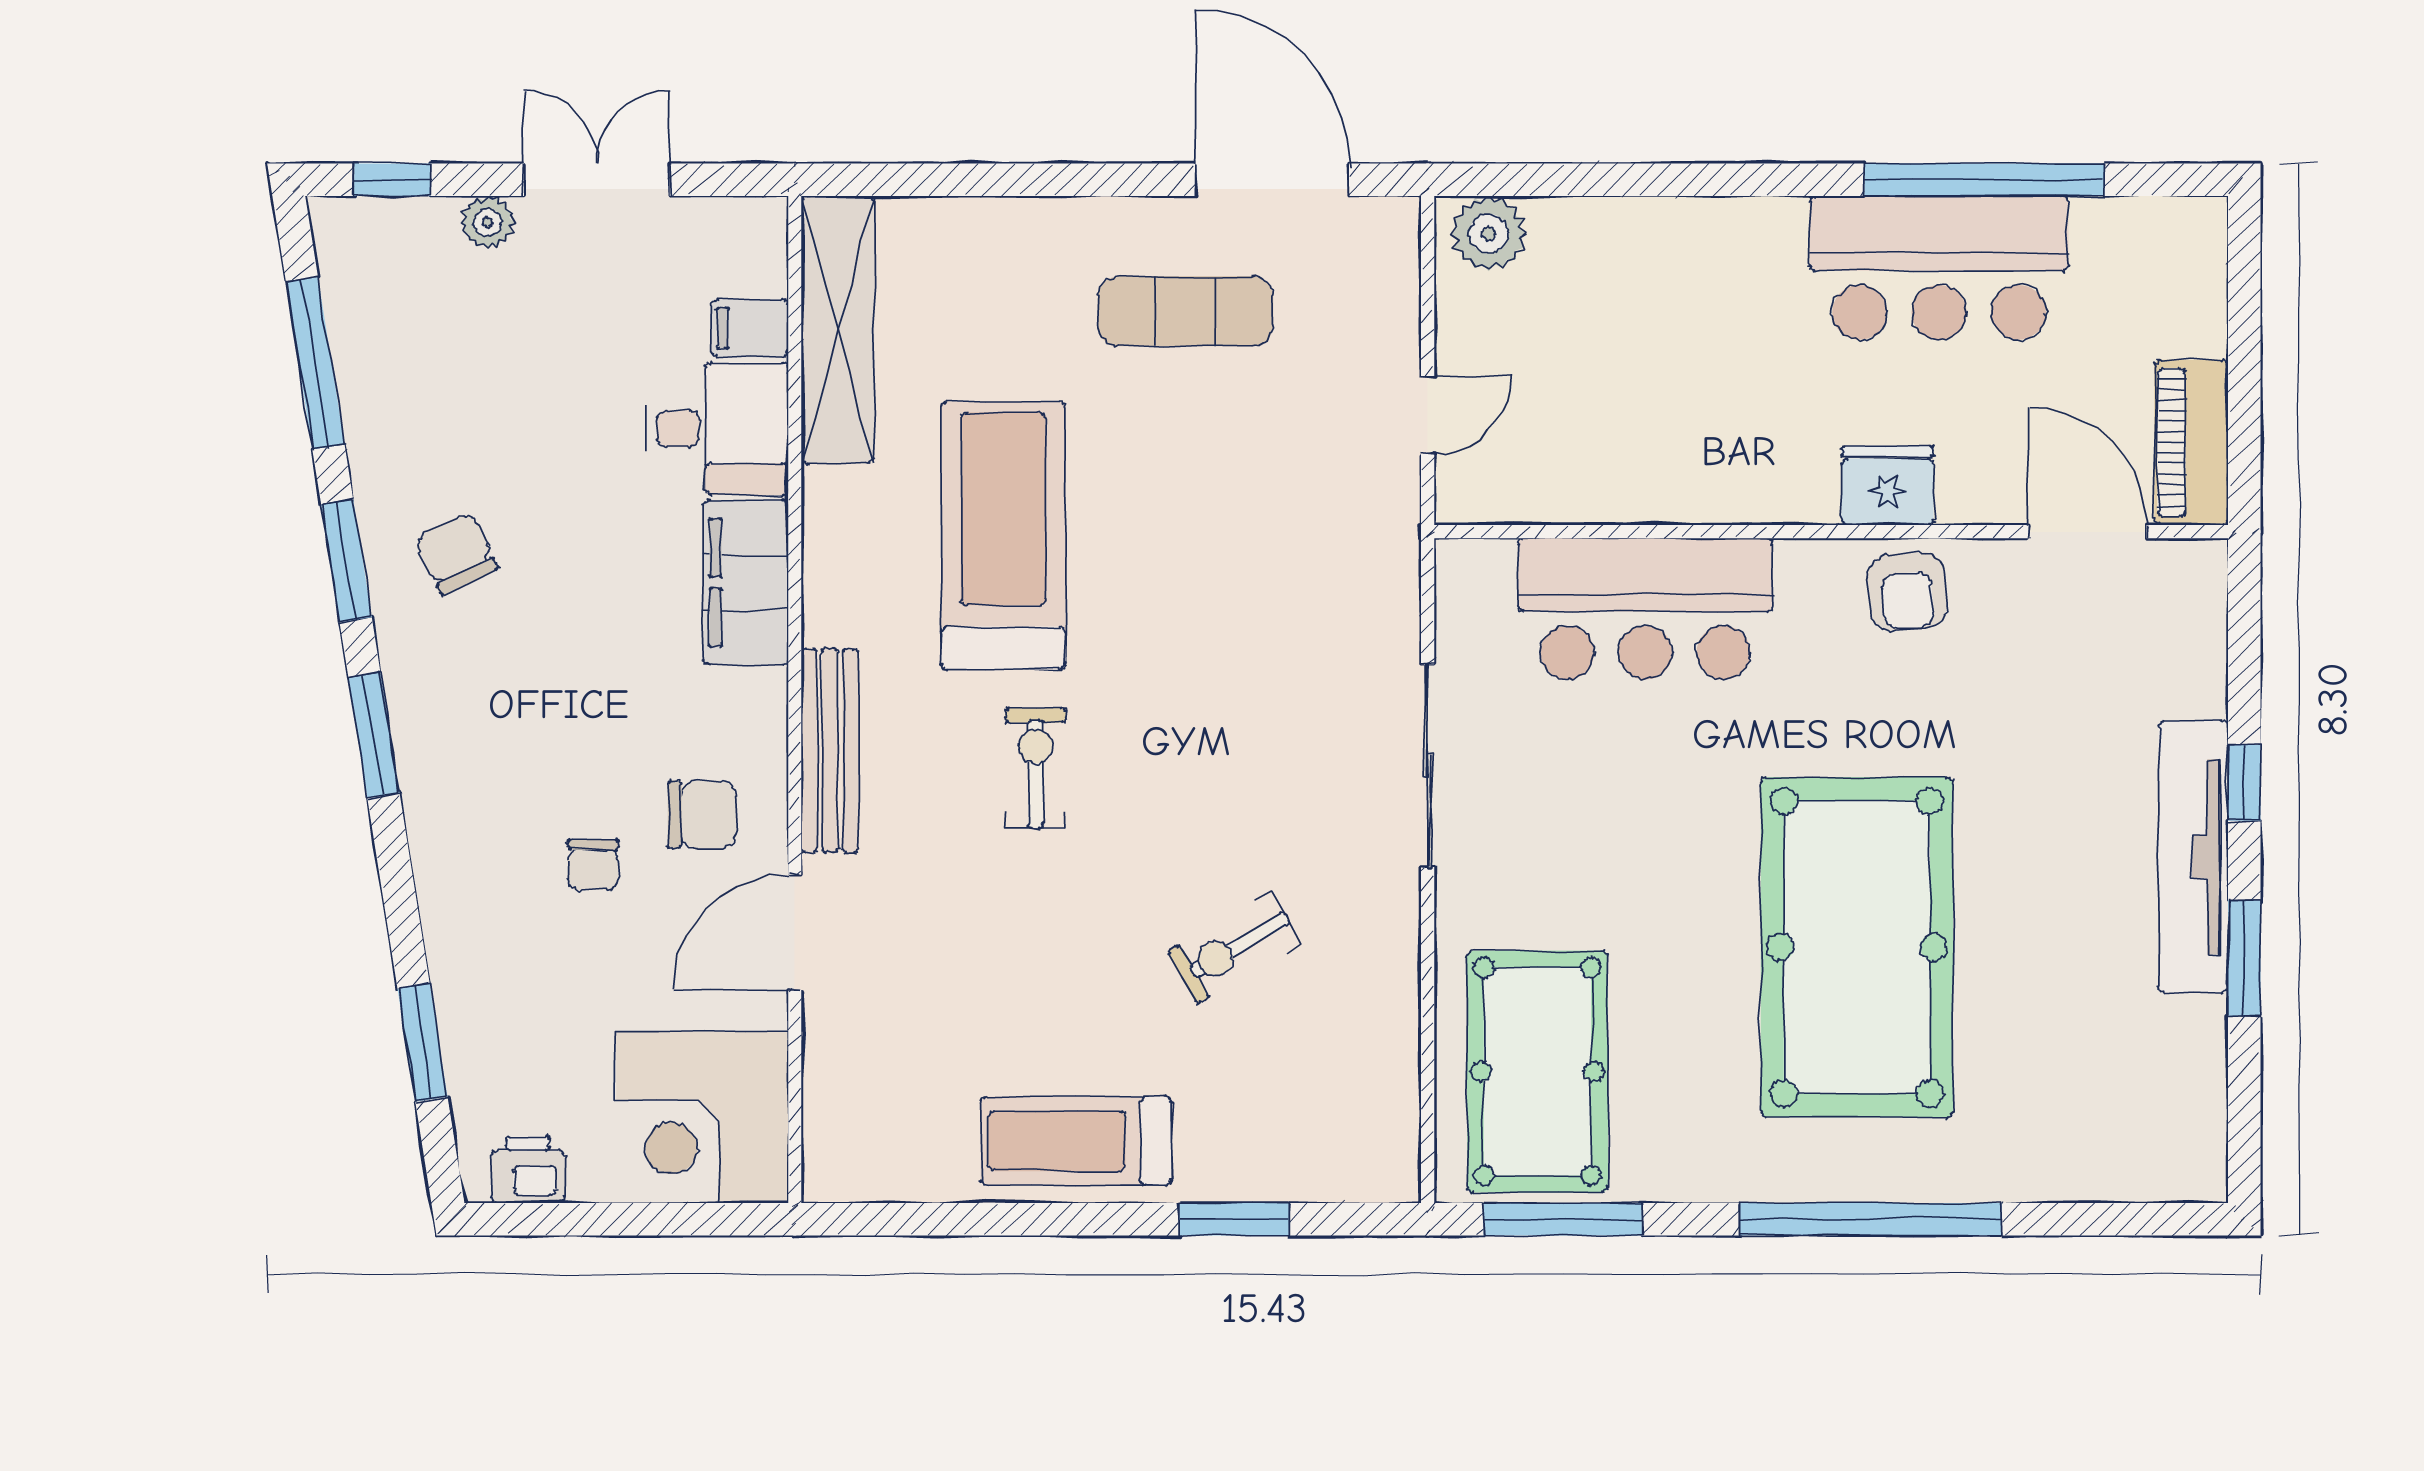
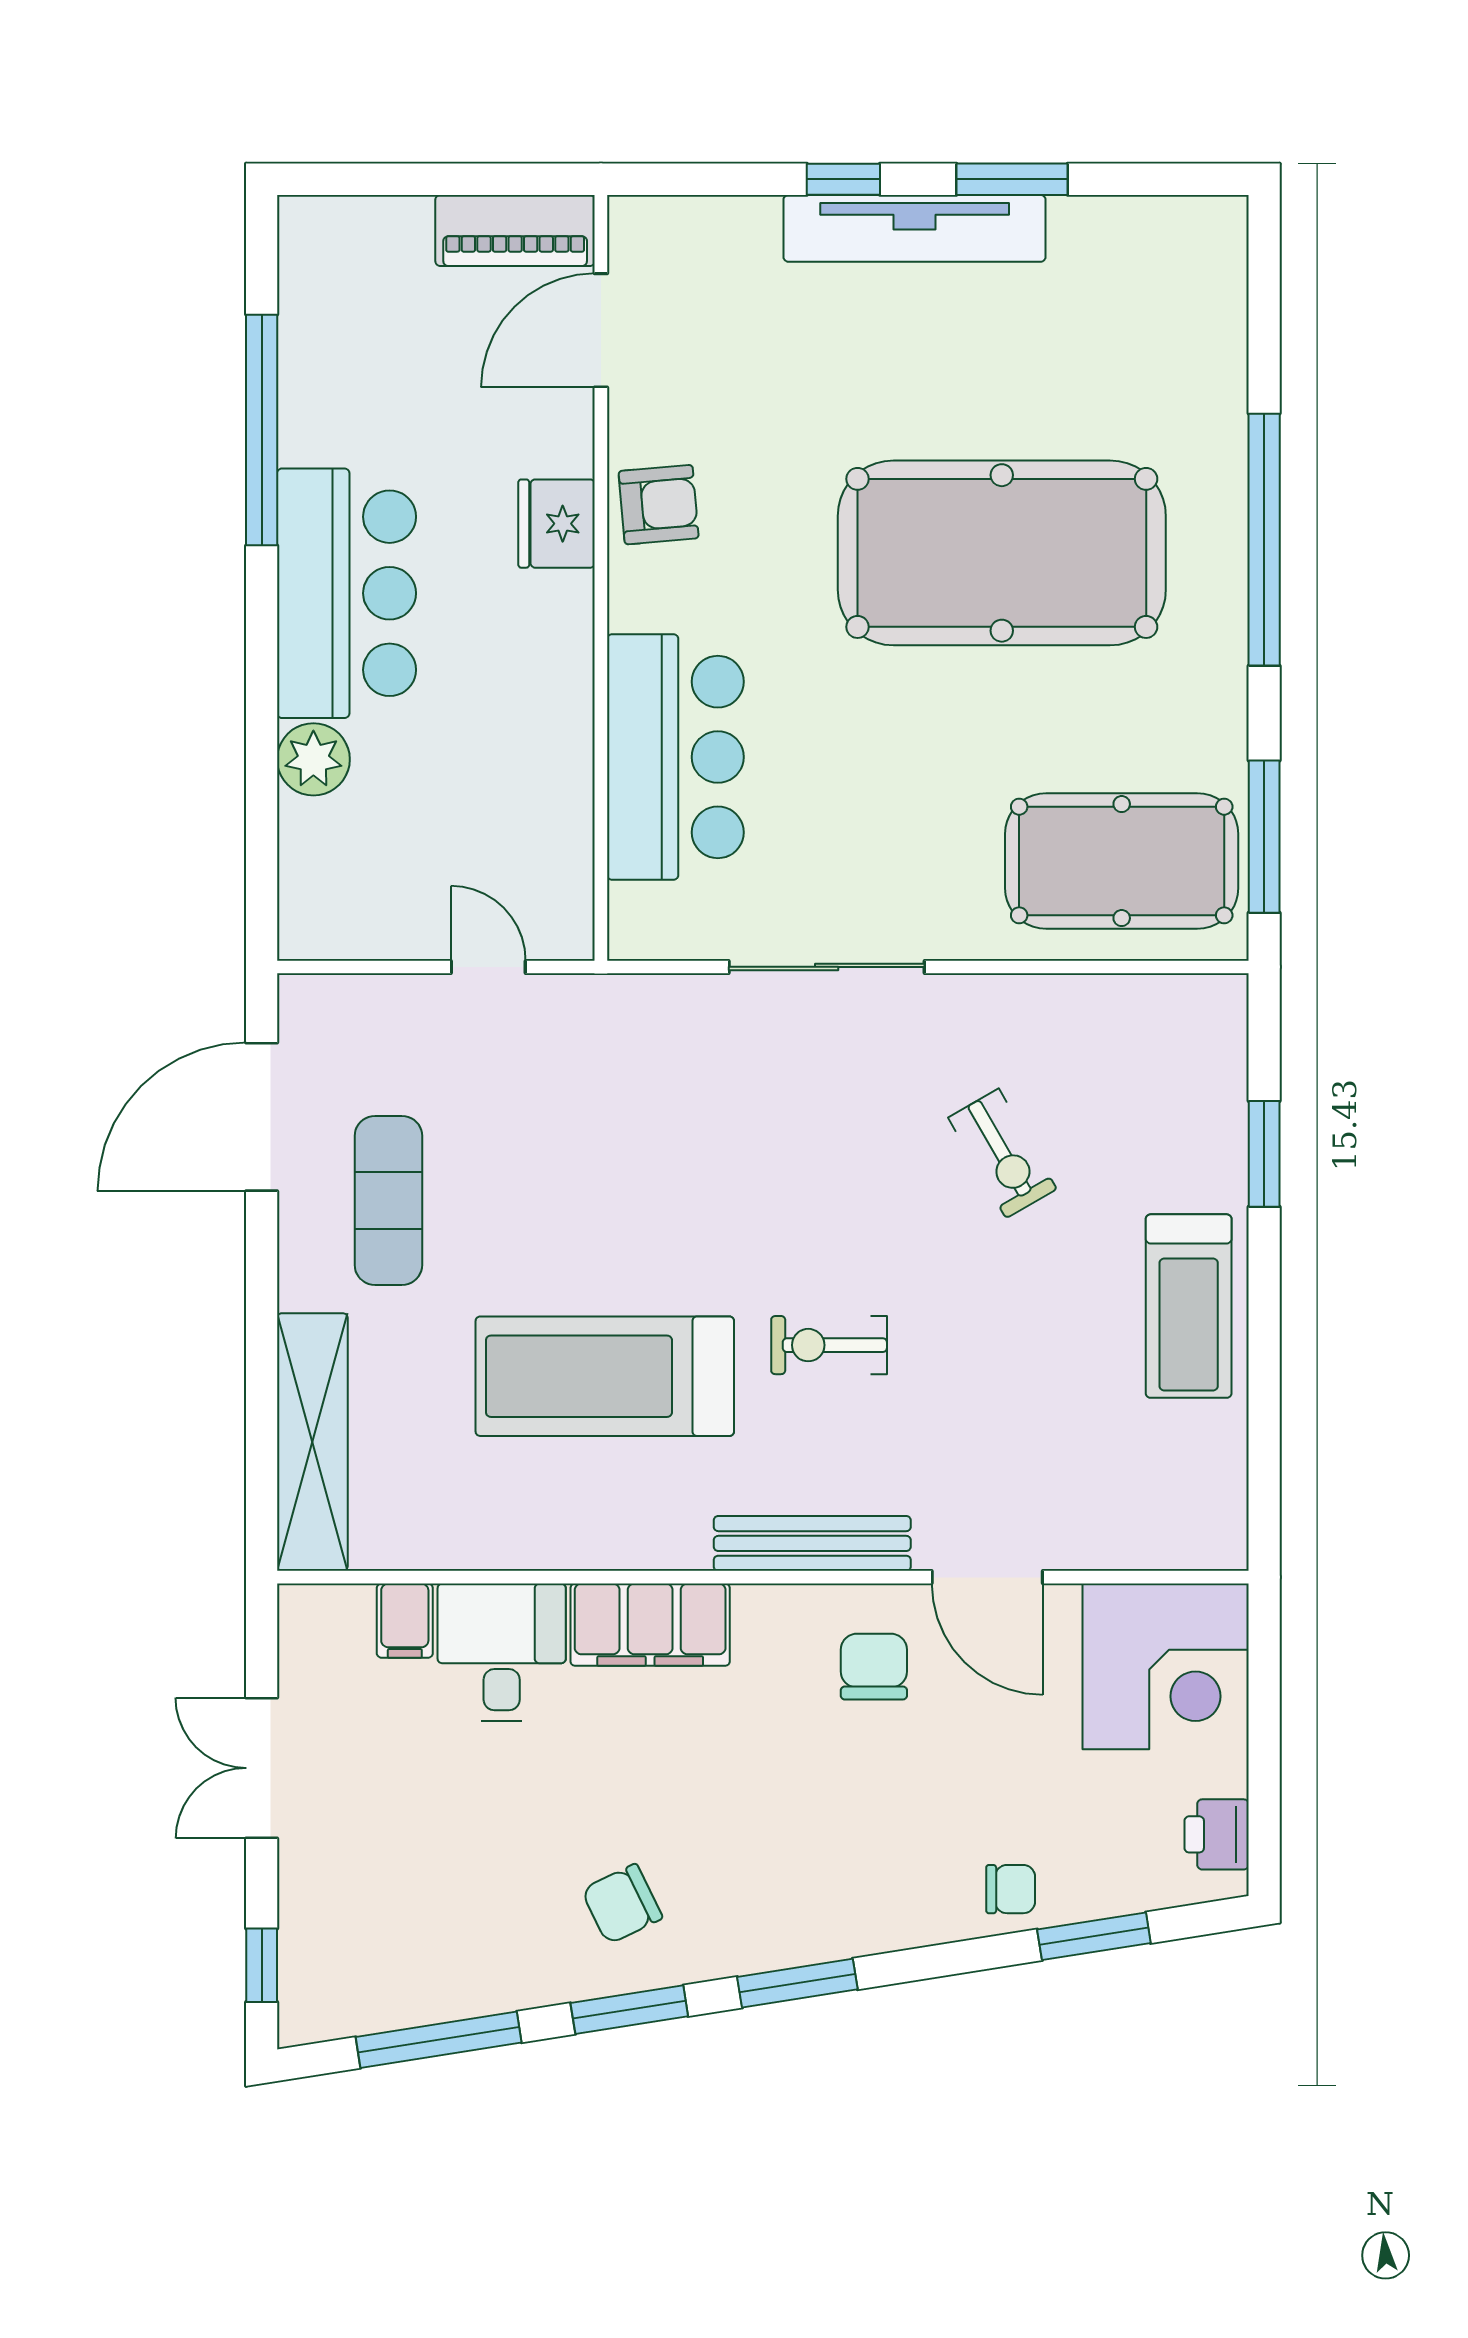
plant: (488, 222) -> (303, 1873), removed
plant: (1489, 233) -> (313, 759), moved
bar counter: (1939, 268) -> (347, 593), moved
shelving: (838, 330) -> (312, 1442), moved, turned 90
chair: (593, 865) -> (1011, 1889), moved

